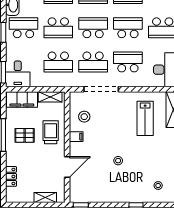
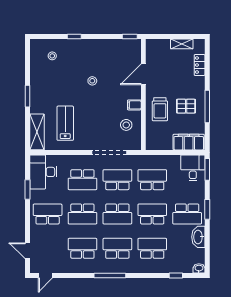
shelving: (50, 97) -> (161, 145), removed
shelving: (45, 197) -> (182, 44), moved

